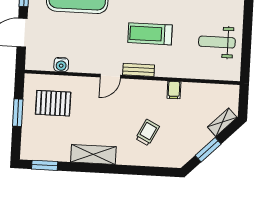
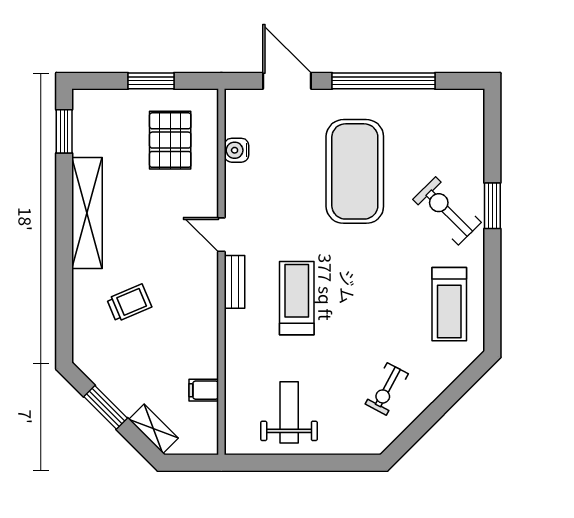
filing cabinet: (174, 90) -> (204, 390), moved
trolley: (148, 132) -> (129, 303), turned -50
shelving: (93, 154) -> (87, 213), width x1.47

